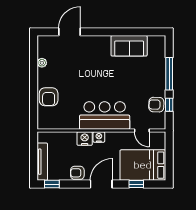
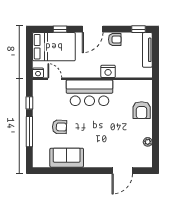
armchair: (49, 97) -> (142, 110), turned 180
armchair: (156, 105) -> (59, 127), moved
nightstand: (99, 137) -> (38, 73), moved

